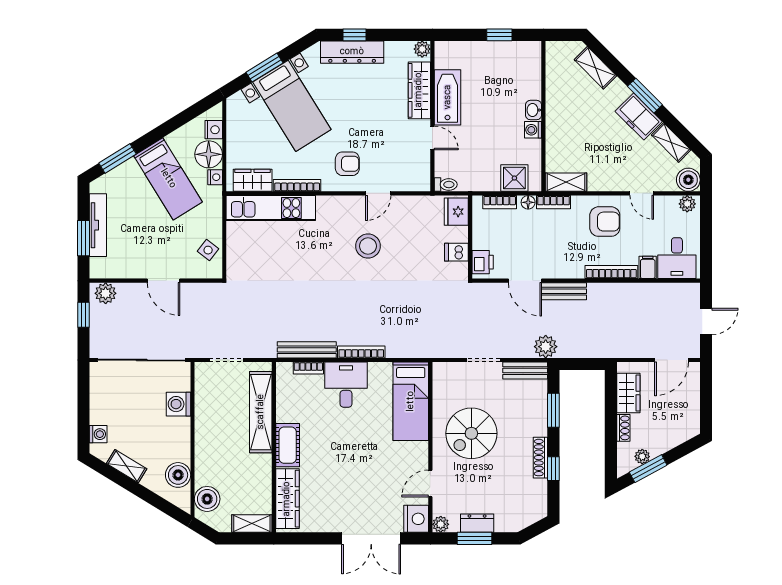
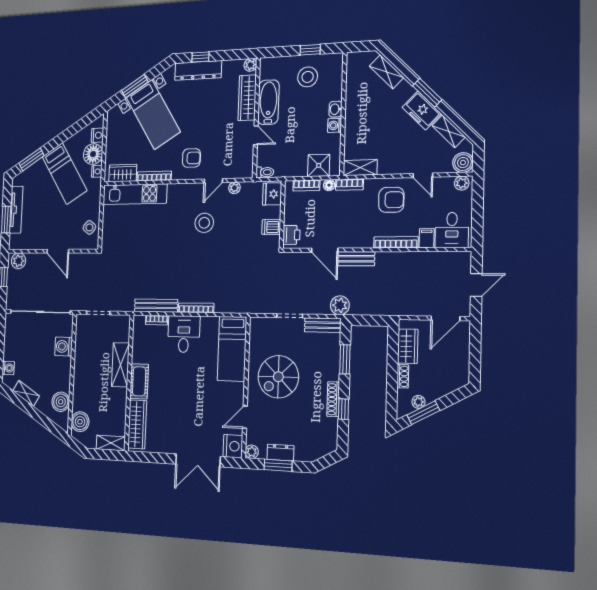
stool: (497, 68) -> (308, 77), added
plant: (407, 203) -> (234, 188), added
shelving: (261, 412) -> (120, 365), width x0.68

